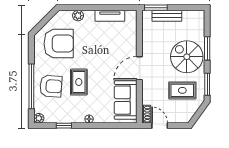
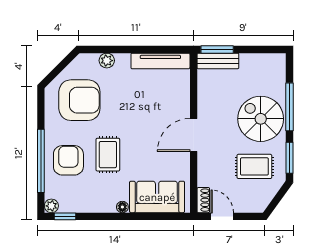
tv unit: (110, 16) -> (160, 61), width x1.41
bench: (167, 16) -> (218, 61), moved
window: (207, 48) -> (289, 107), width x1.44
armchair: (51, 86) -> (68, 160), turned -94
sofa: (126, 100) -> (157, 197), moved, turned 90
window: (64, 126) -> (65, 216), moved

